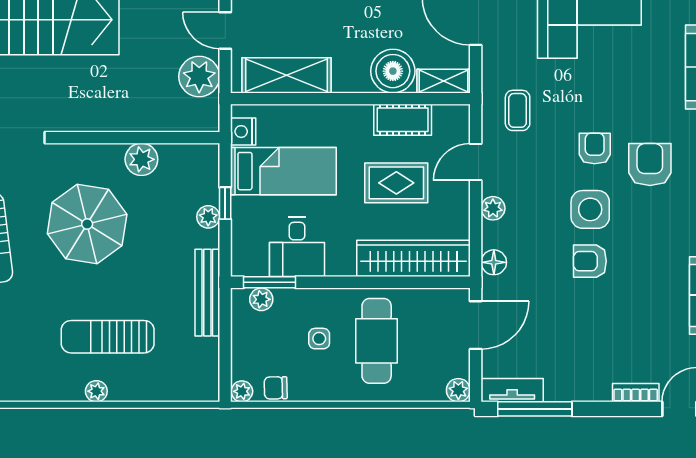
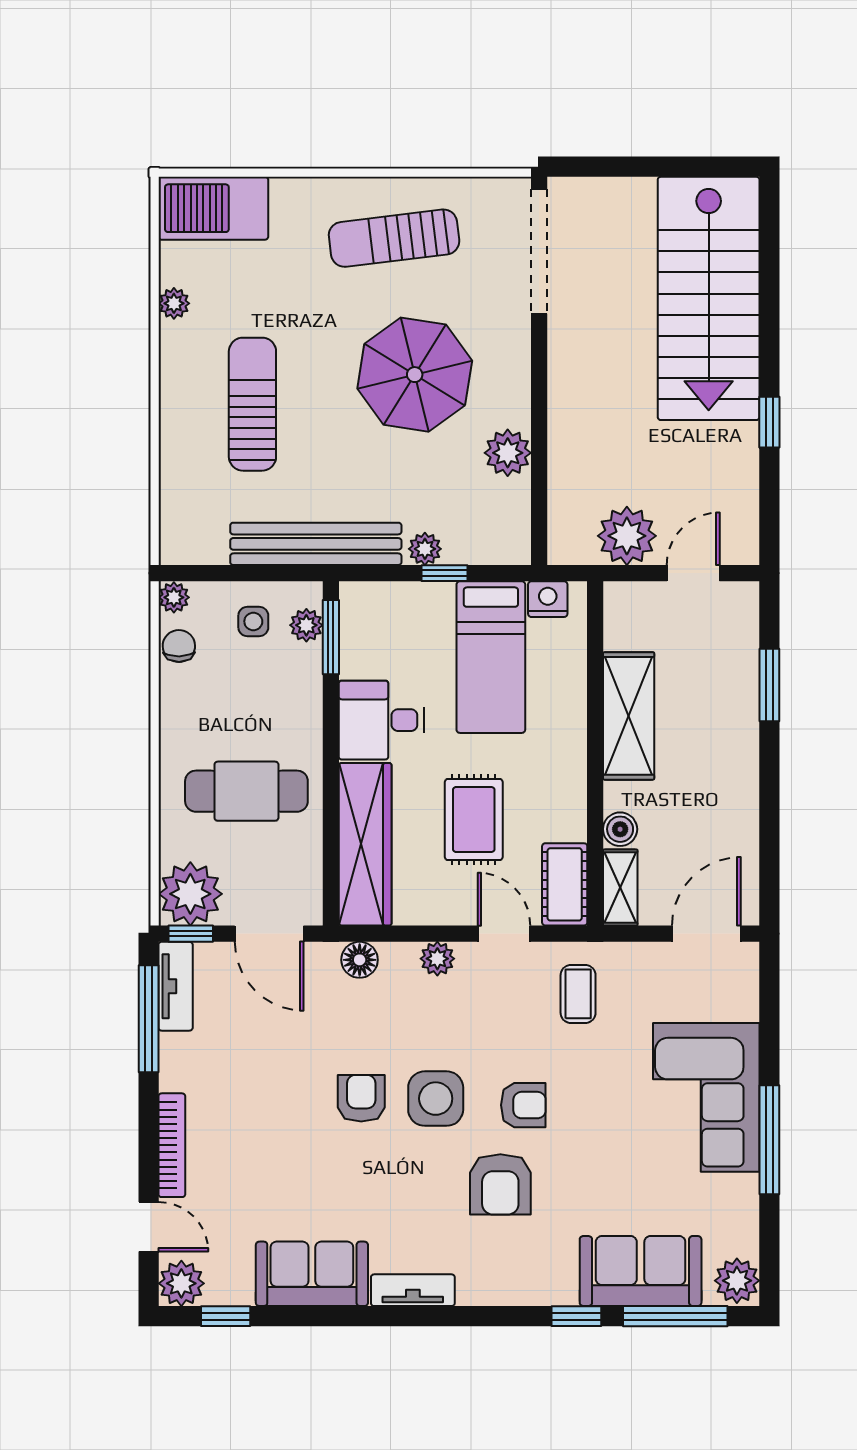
boiler: (393, 71) -> (620, 829), width x0.54, depth x0.54
shelving: (286, 75) -> (629, 716), moved
coffee table: (518, 110) -> (578, 994), turned 90
cot: (403, 120) -> (565, 884), moved
armchair: (650, 164) -> (500, 1184), turned 90
desk: (297, 247) -> (381, 720), moved
bench: (207, 293) -> (316, 544), width x1.37, depth x1.21
side table: (319, 339) -> (253, 621), moved
window: (476, 380) -> (191, 934), added
plant: (458, 390) -> (190, 894), width x1.87, depth x1.87
plant: (96, 391) -> (174, 303), moved
bookcase: (636, 393) -> (172, 1145), width x1.56

